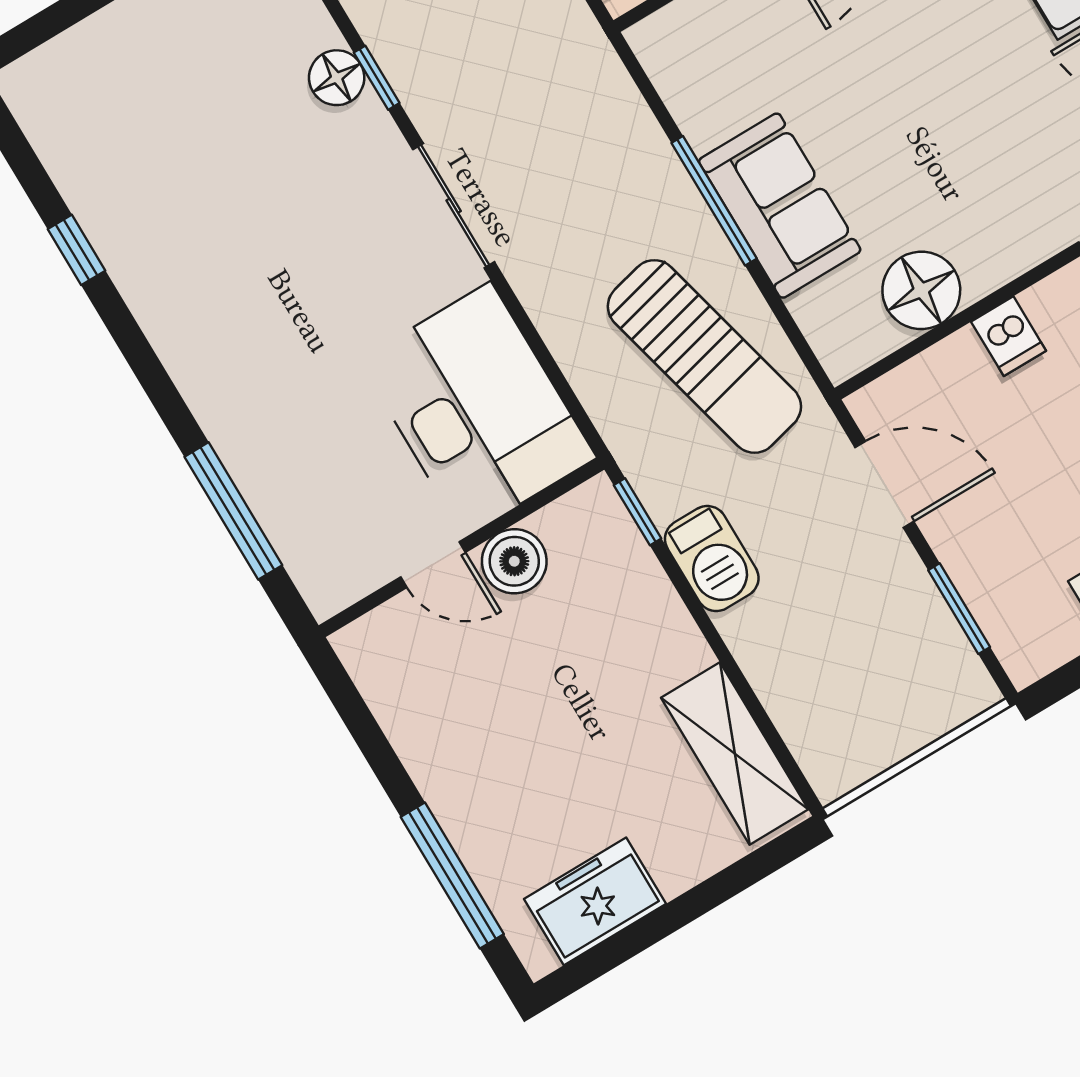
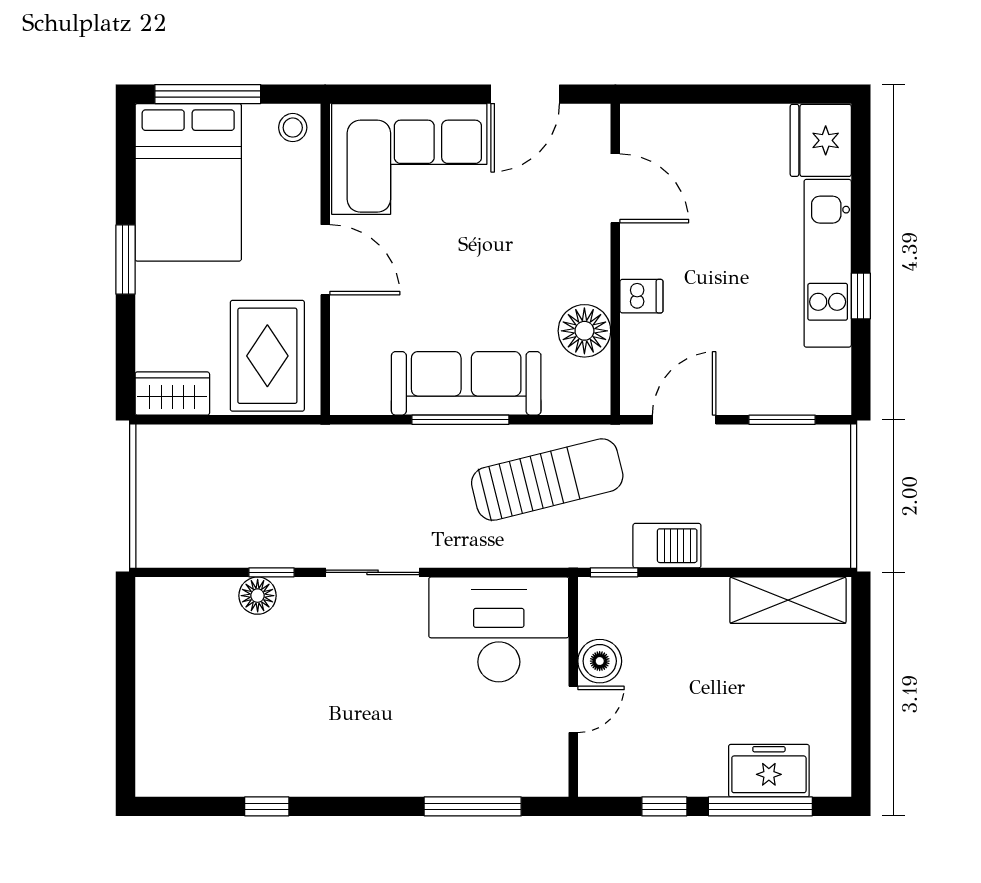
sofa: (780, 206) -> (466, 383), width x1.36
window: (379, 754) -> (664, 806), added
freezer: (595, 901) -> (769, 771), moved, turned 90

